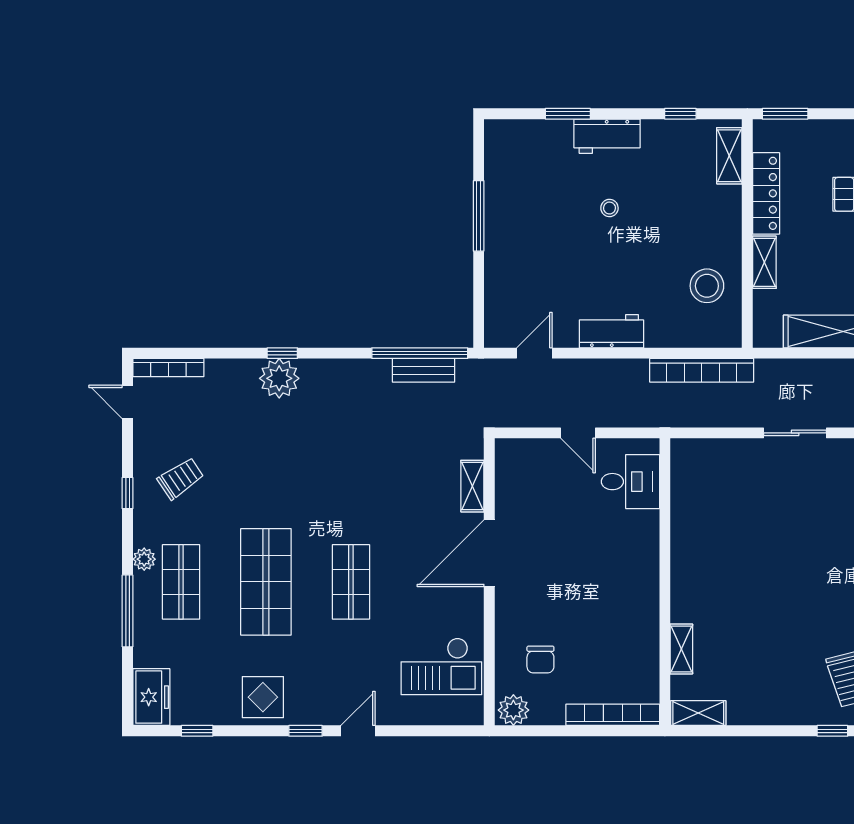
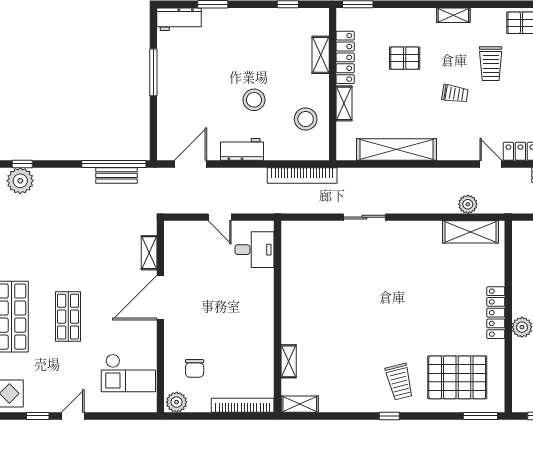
workbench: (607, 136) -> (179, 19), moved
shelving: (729, 156) -> (321, 55), moved
stool: (609, 208) -> (254, 100), moved, width x1.89, depth x1.89
door: (534, 353) -> (190, 164), width x1.38

